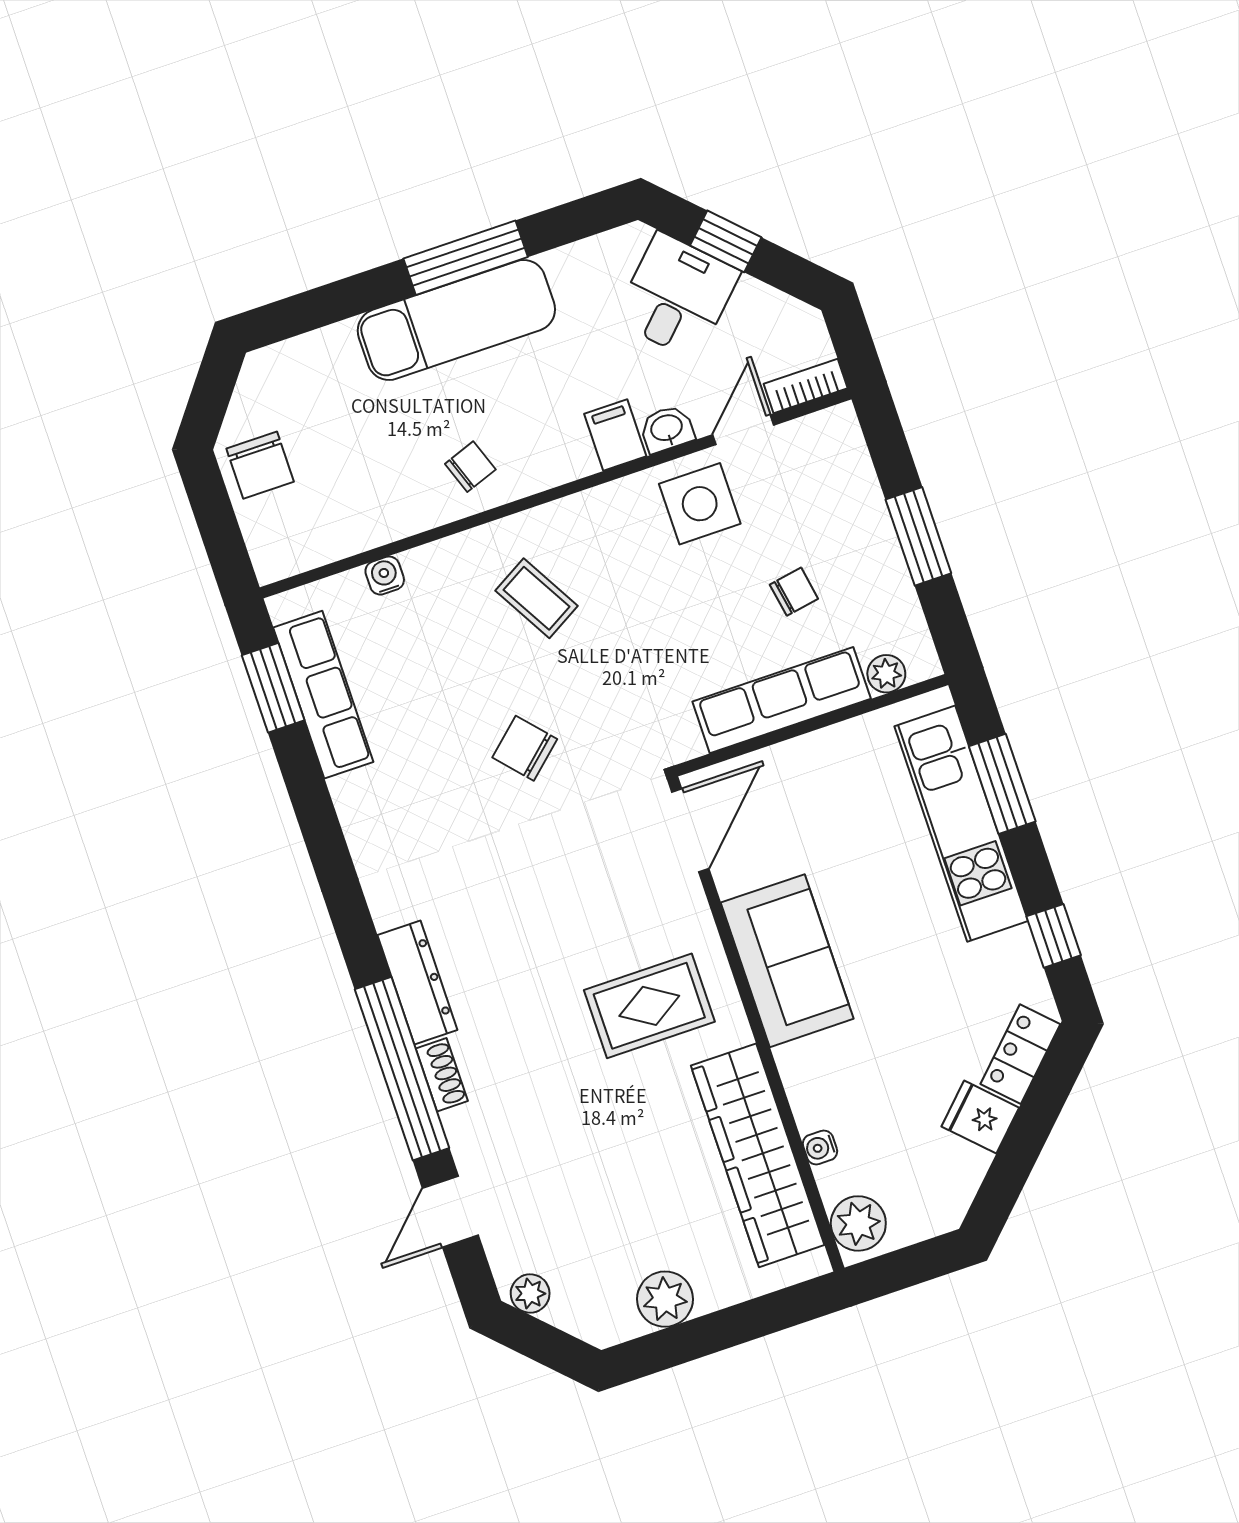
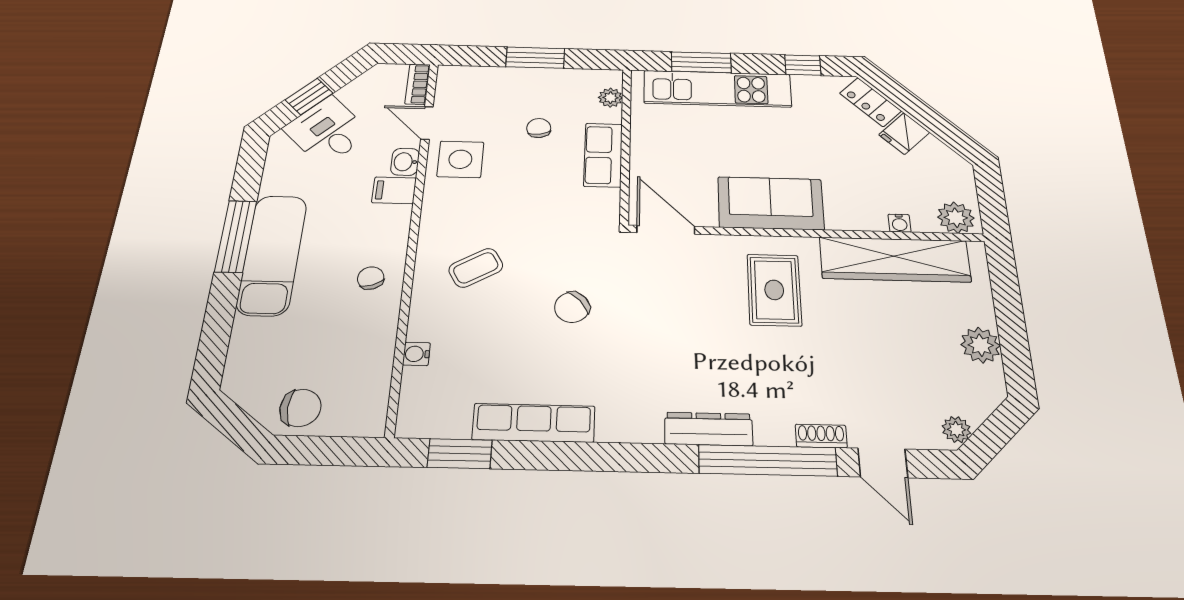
row of seats: (323, 695) -> (534, 423), moved
row of seats: (782, 700) -> (603, 155), width x0.68
shoe rack: (442, 1075) -> (821, 436), moved

